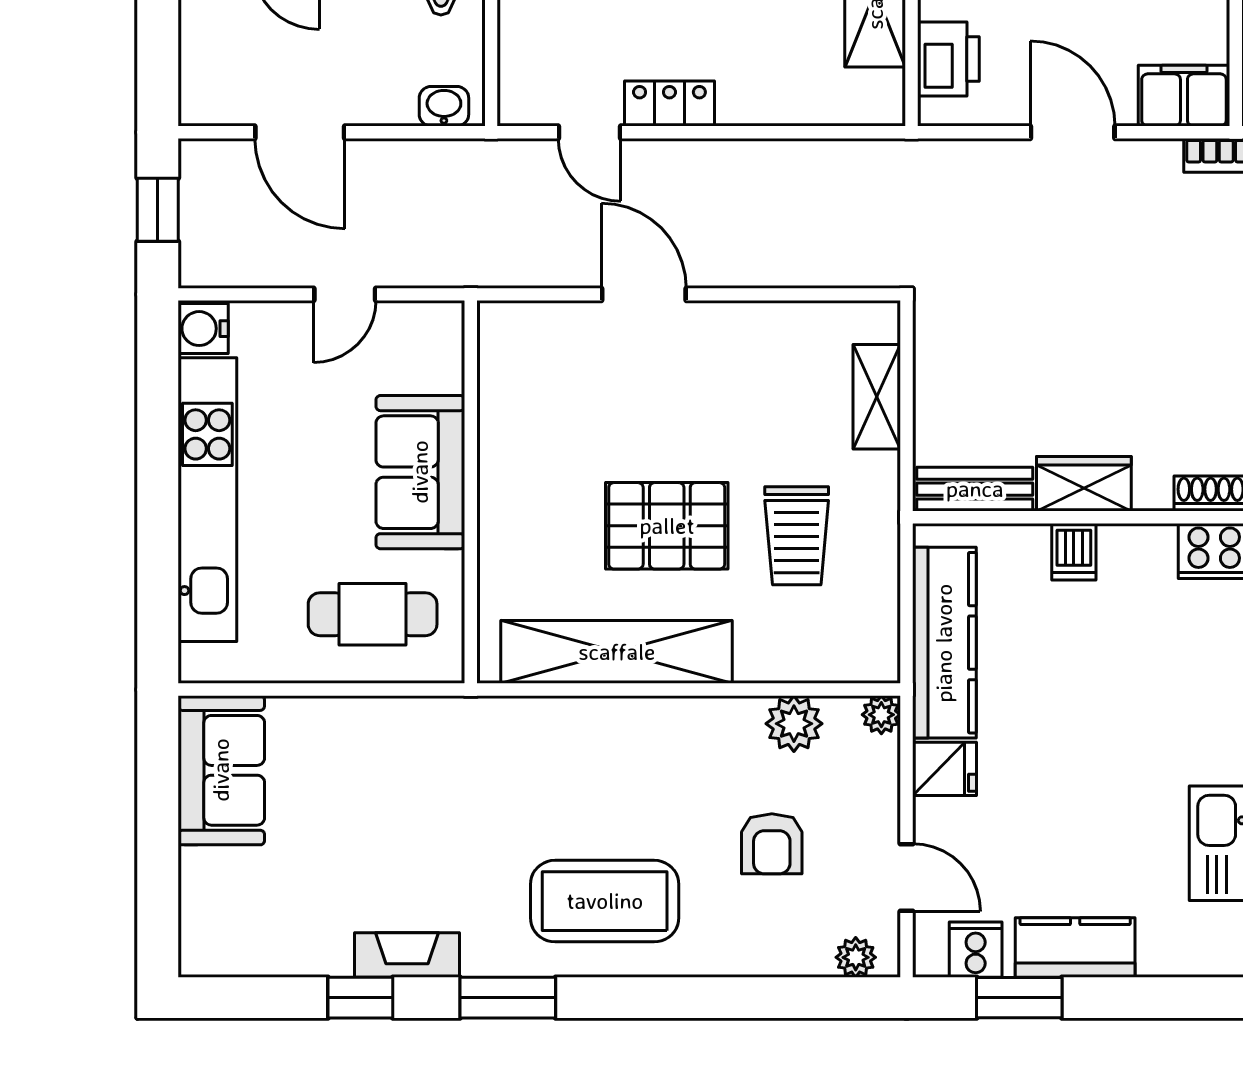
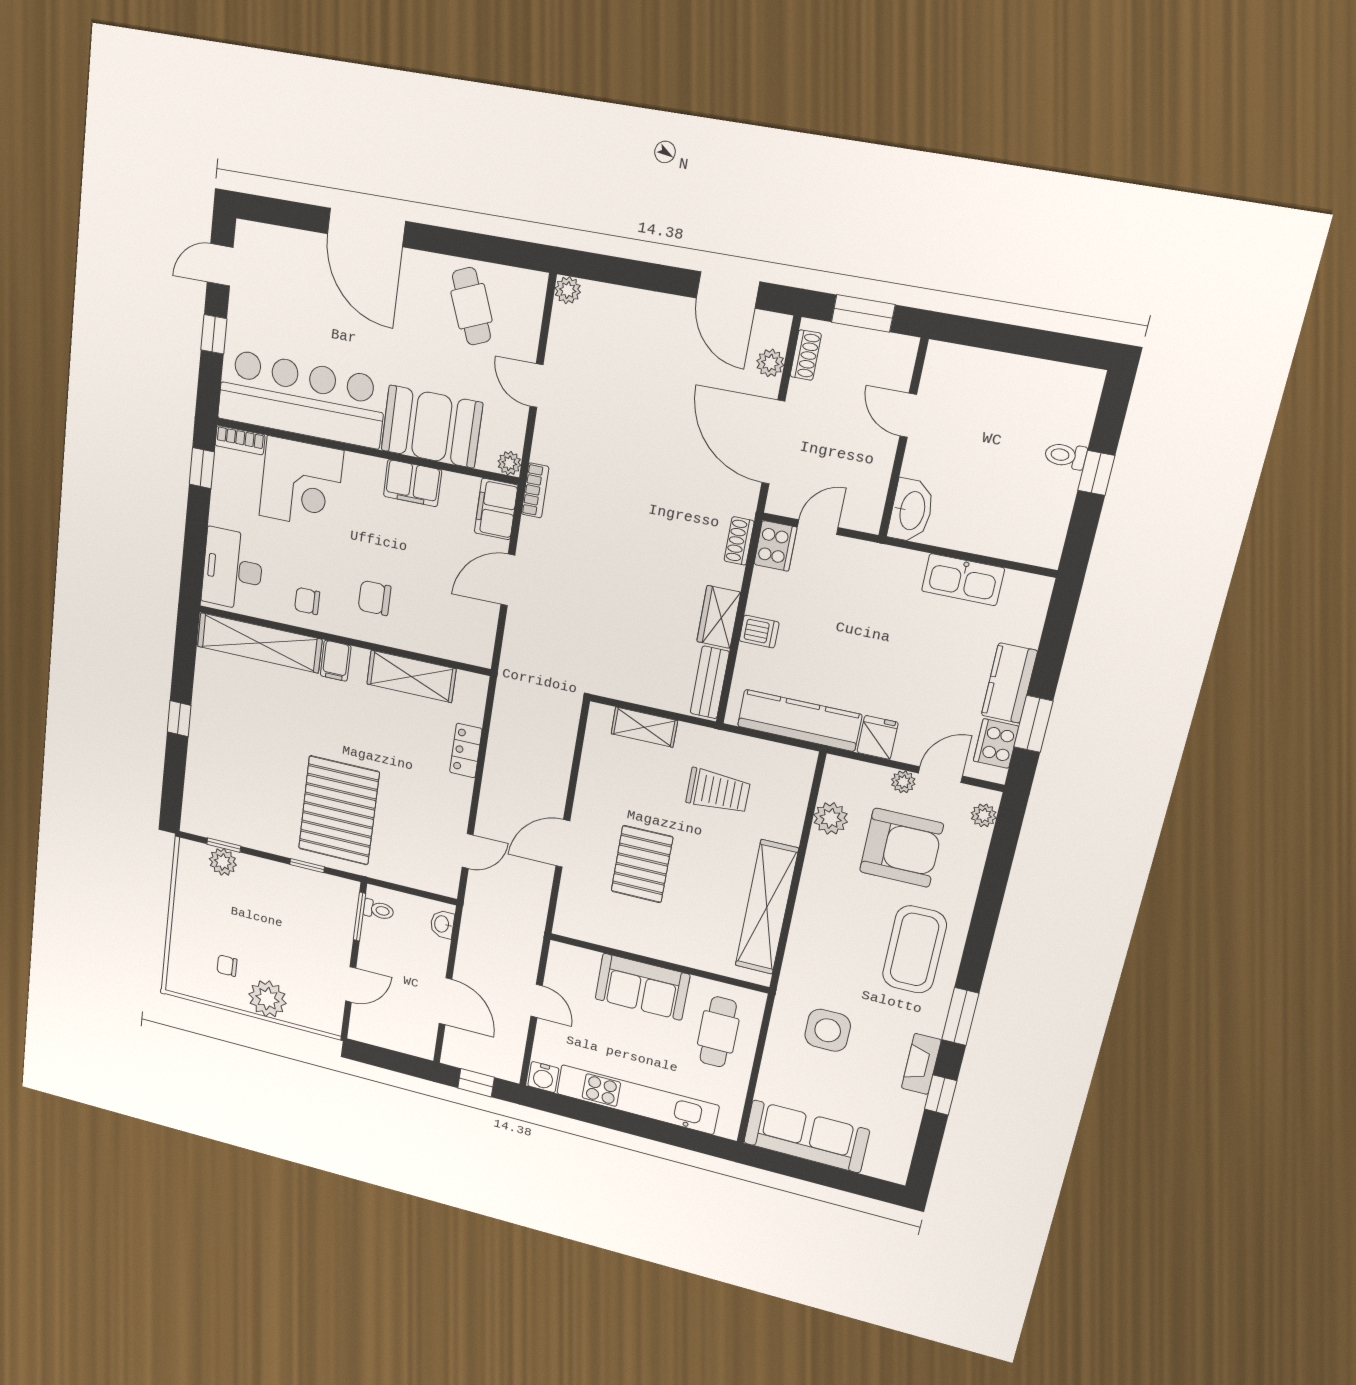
printer: (948, 59) -> (455, 643), removed
locker: (669, 104) -> (466, 751), moved
door: (300, 132) -> (445, 1001), hinge flipped
pallet: (667, 526) -> (642, 864), moved
plant: (881, 715) -> (903, 782), moved
sofa: (221, 770) -> (806, 1136), width x1.36
side table: (425, 793) -> (828, 1030), added
armchair: (772, 844) -> (901, 848), width x1.88, depth x1.88
cooker: (976, 950) -> (996, 744), width x1.36

